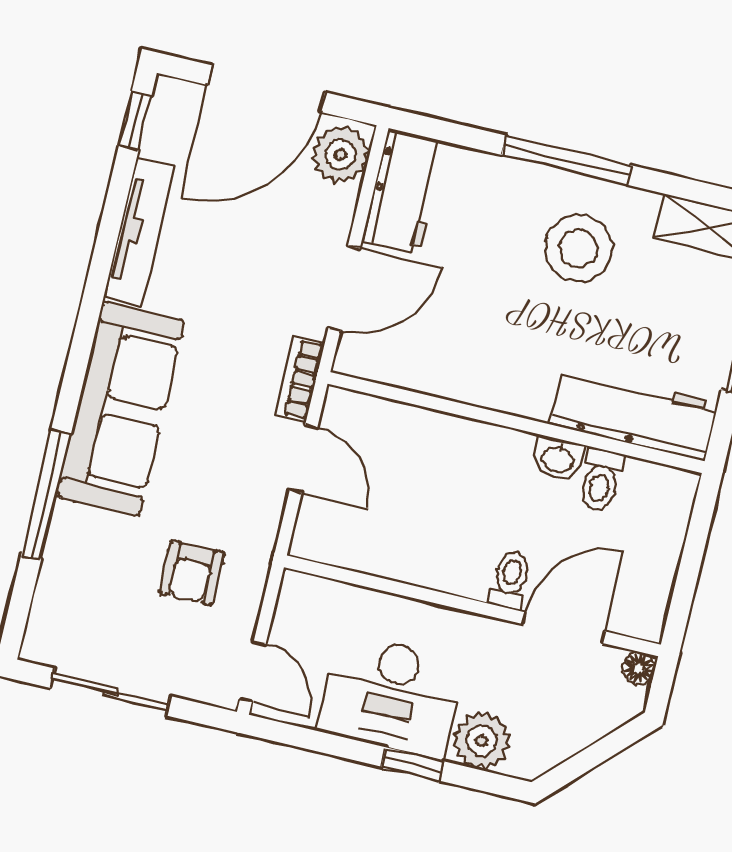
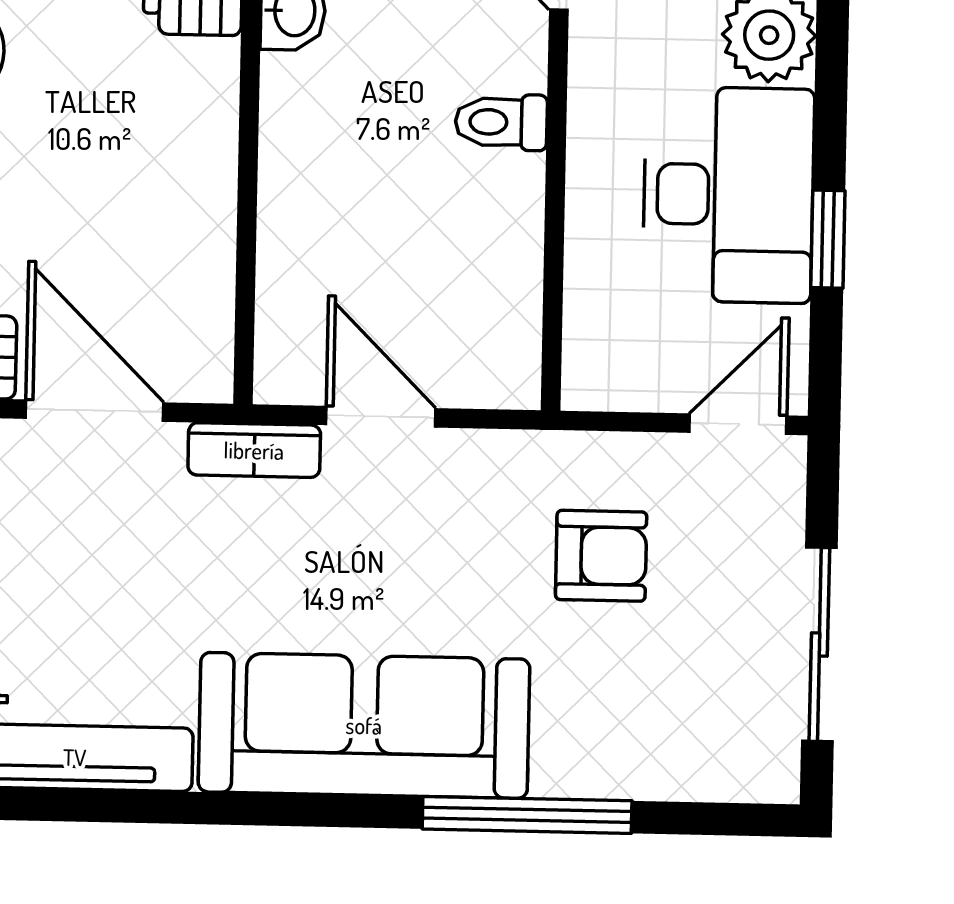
door: (303, 459) -> (381, 417), hinge flipped
toilet: (510, 580) -> (501, 122), moved
window: (413, 764) -> (828, 239), moved

